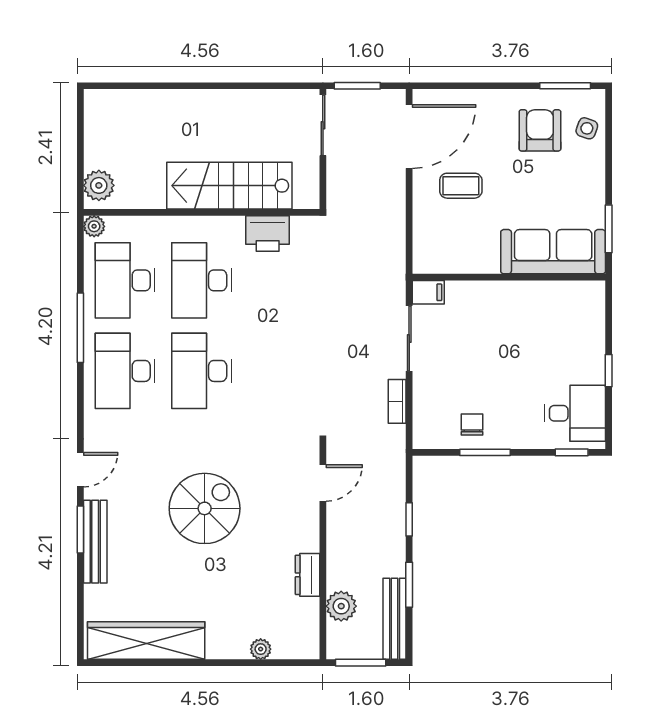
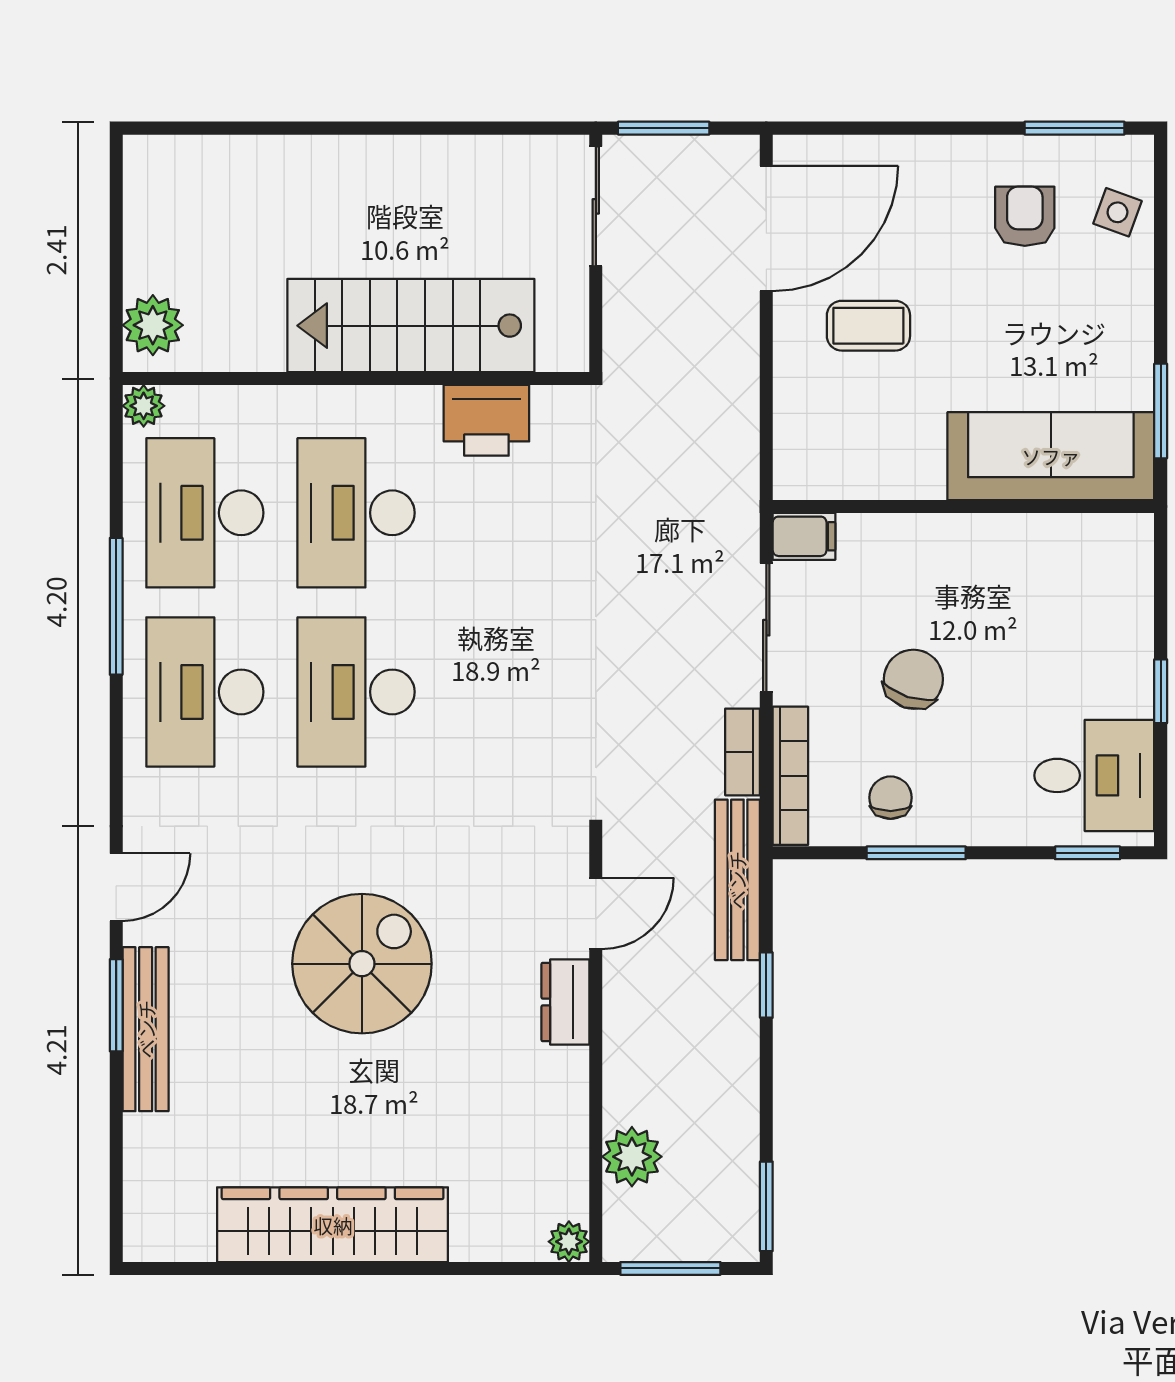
armchair: (540, 130) -> (1025, 216), width x0.72, depth x0.72
chair: (484, 365) -> (913, 679), added
bookcase: (421, 413) -> (790, 776), added
dresser: (308, 575) -> (565, 1002), moved
window: (409, 585) -> (766, 1206), moved
bench: (395, 619) -> (737, 880), moved
wardrobe: (146, 640) -> (333, 1225), moved
plant: (261, 649) -> (569, 1242), moved

